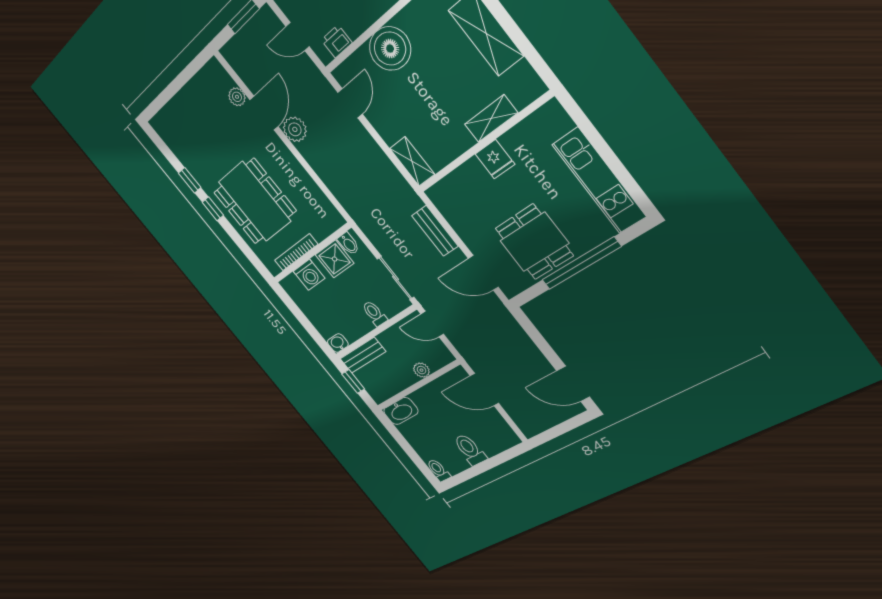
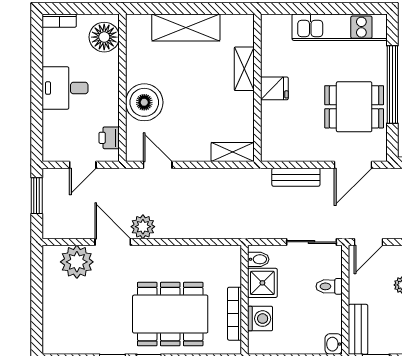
plant: (237, 97) -> (77, 262), width x1.88, depth x1.88

